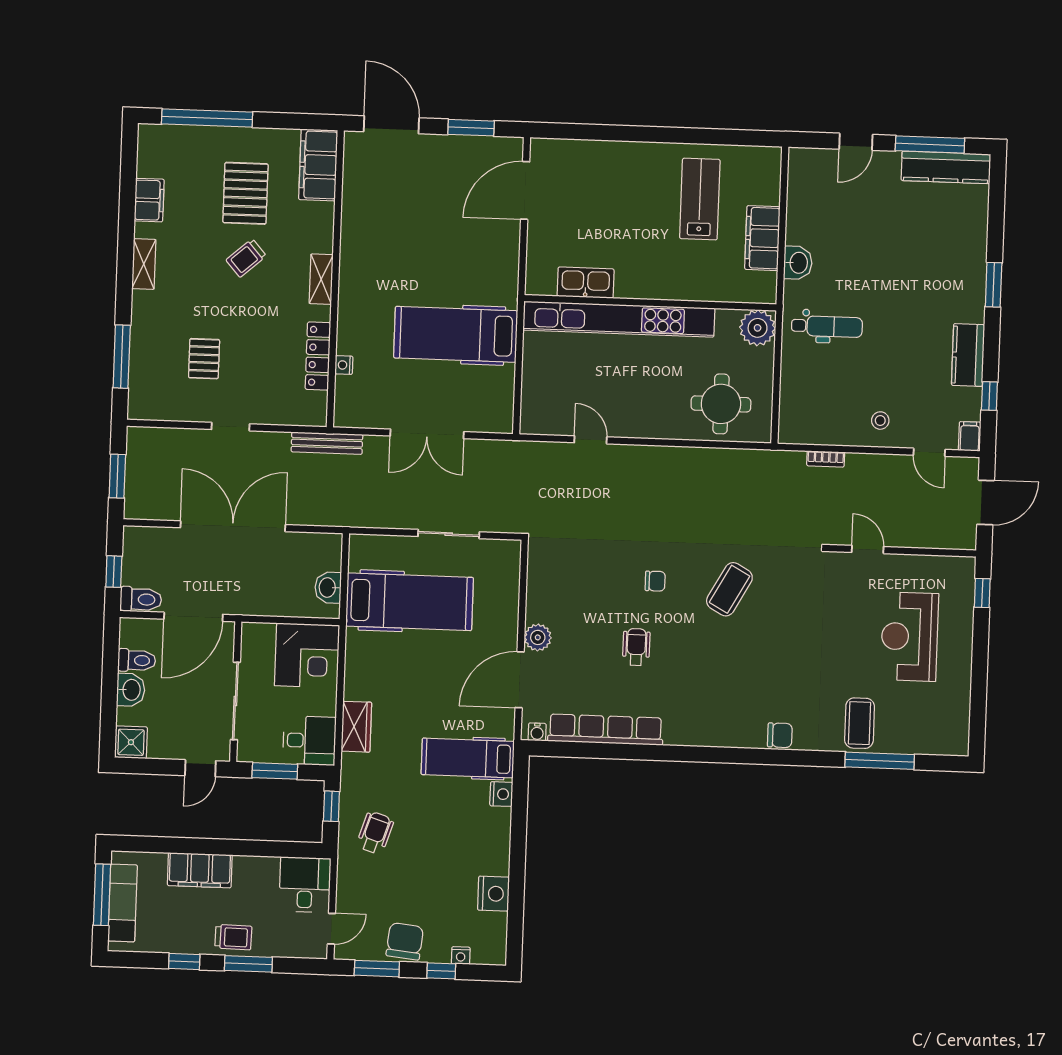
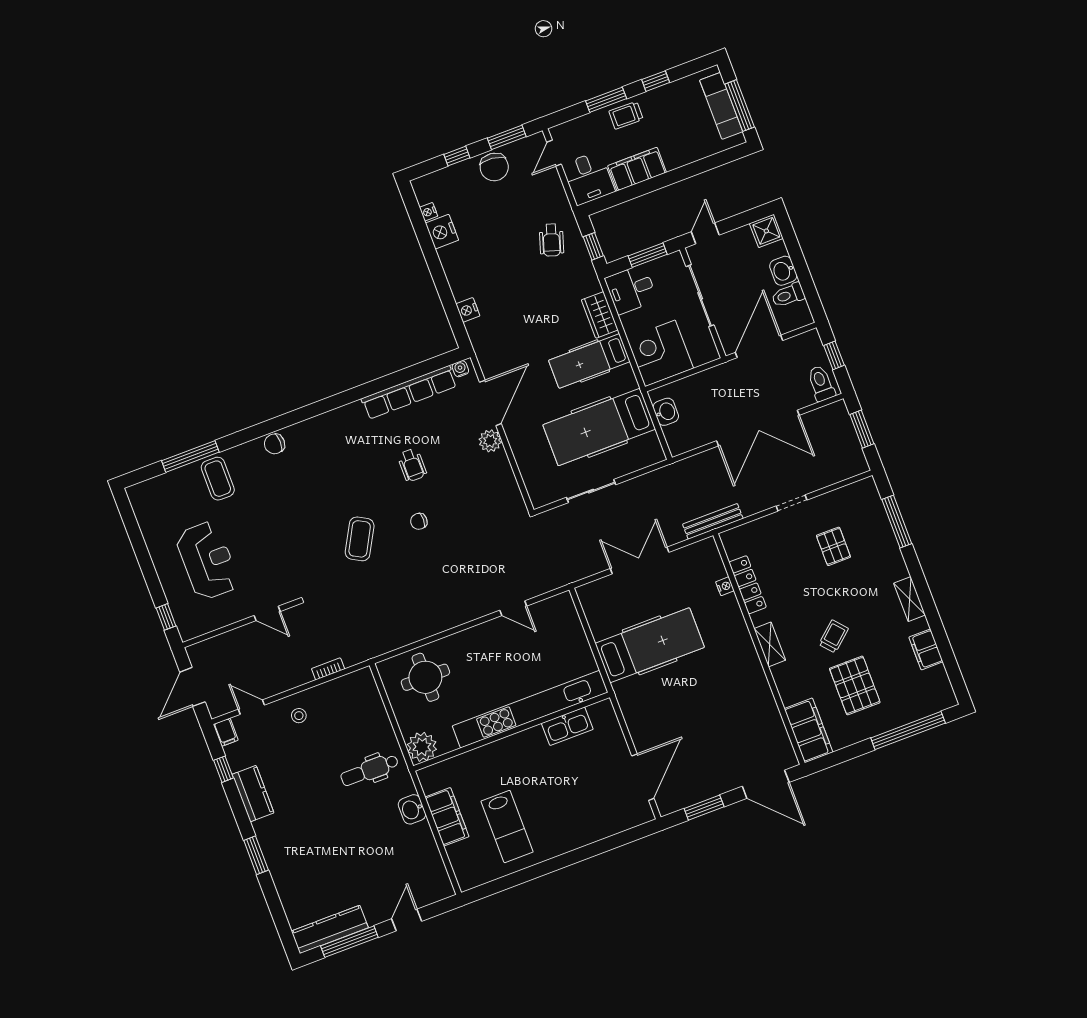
toilet: (141, 599) -> (821, 383), moved, turned 90
hospital bed: (468, 758) -> (589, 361), moved, turned 180
filing cabinet: (200, 870) -> (637, 169), moved
nightstand: (461, 956) -> (429, 212), moved, turned -90

